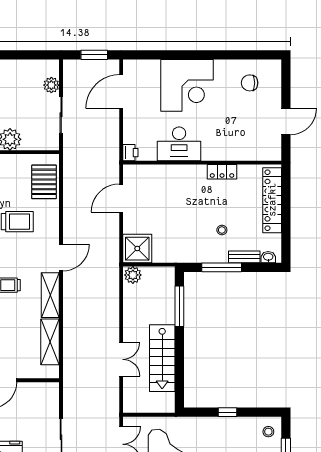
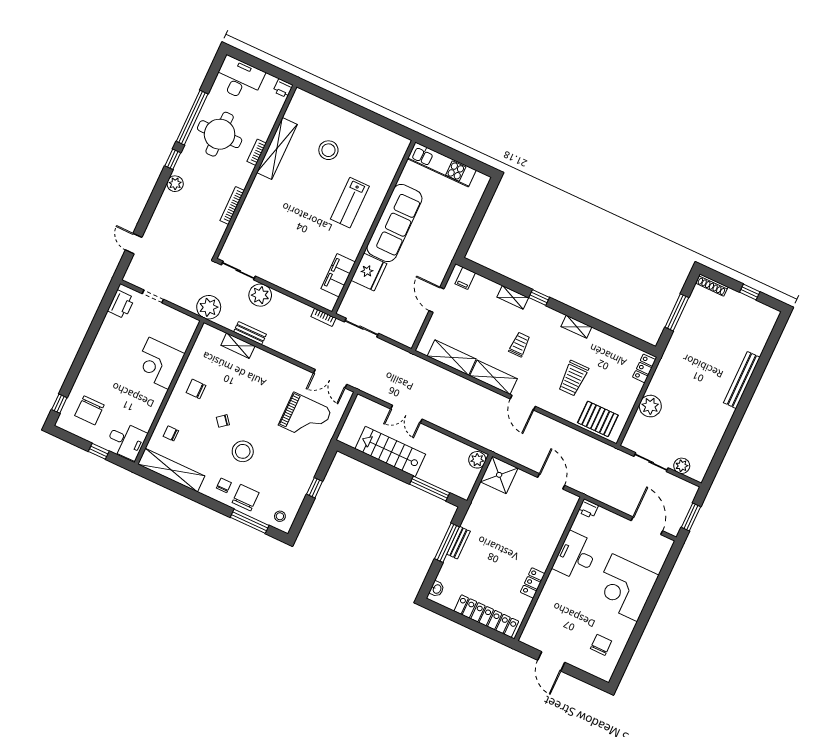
stool: (222, 230) -> (480, 559), removed
bench: (244, 257) -> (458, 543), moved

